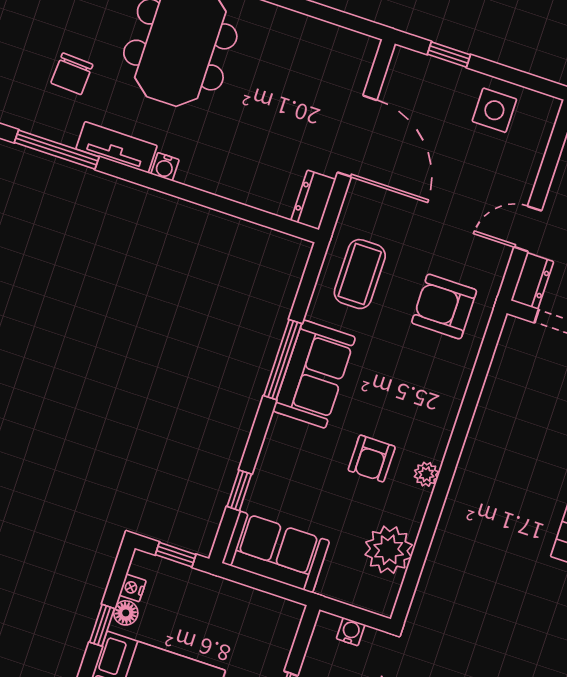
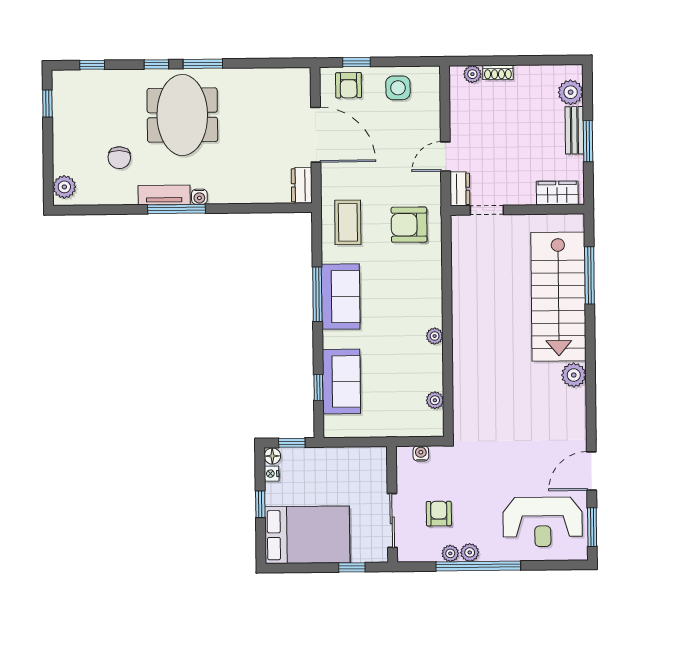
window: (57, 150) -> (177, 209), moved
armchair: (372, 459) -> (349, 85), moved
plant: (389, 550) -> (435, 400), width x0.53, depth x0.53
sofa: (276, 552) -> (341, 382), moved, turned 90
floor lamp: (126, 613) -> (272, 456), moved

